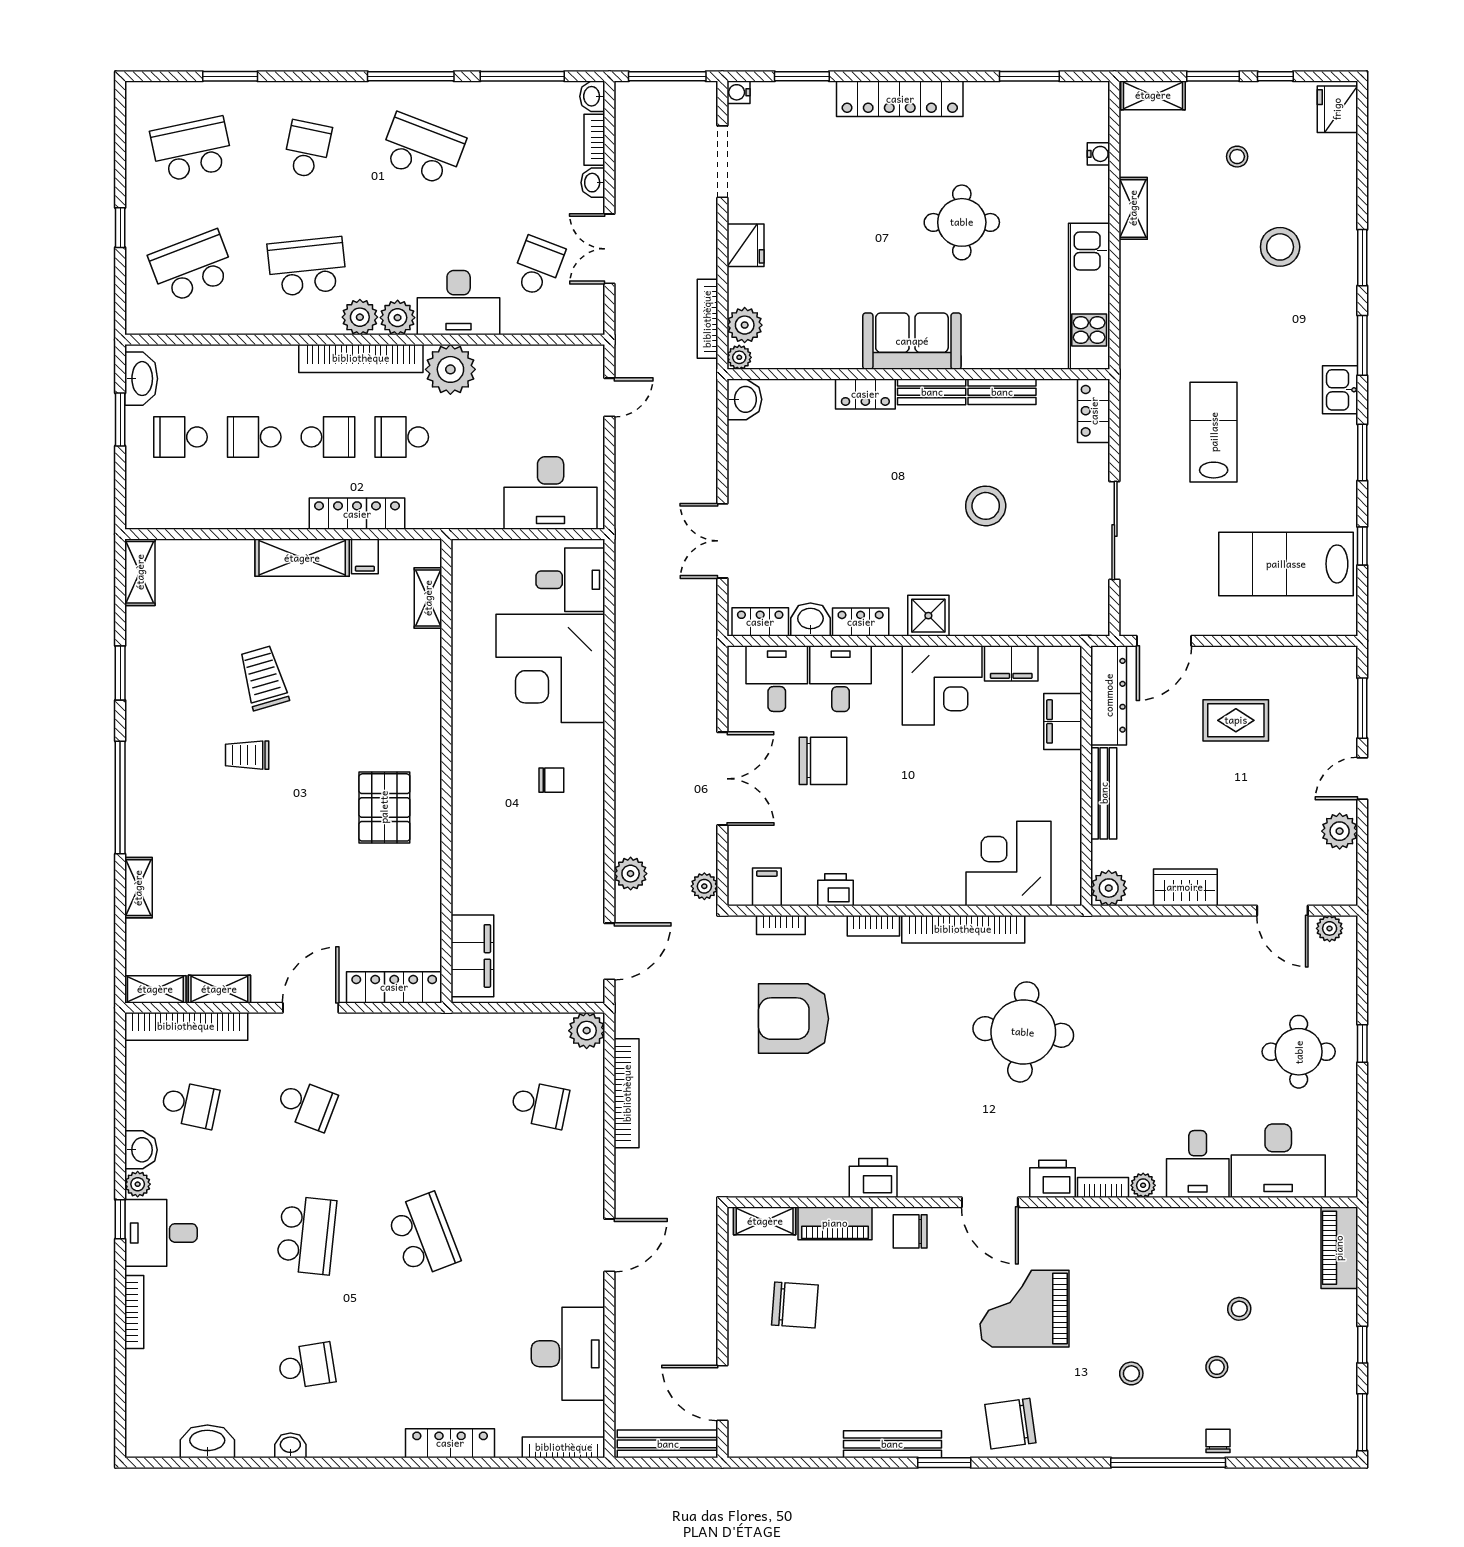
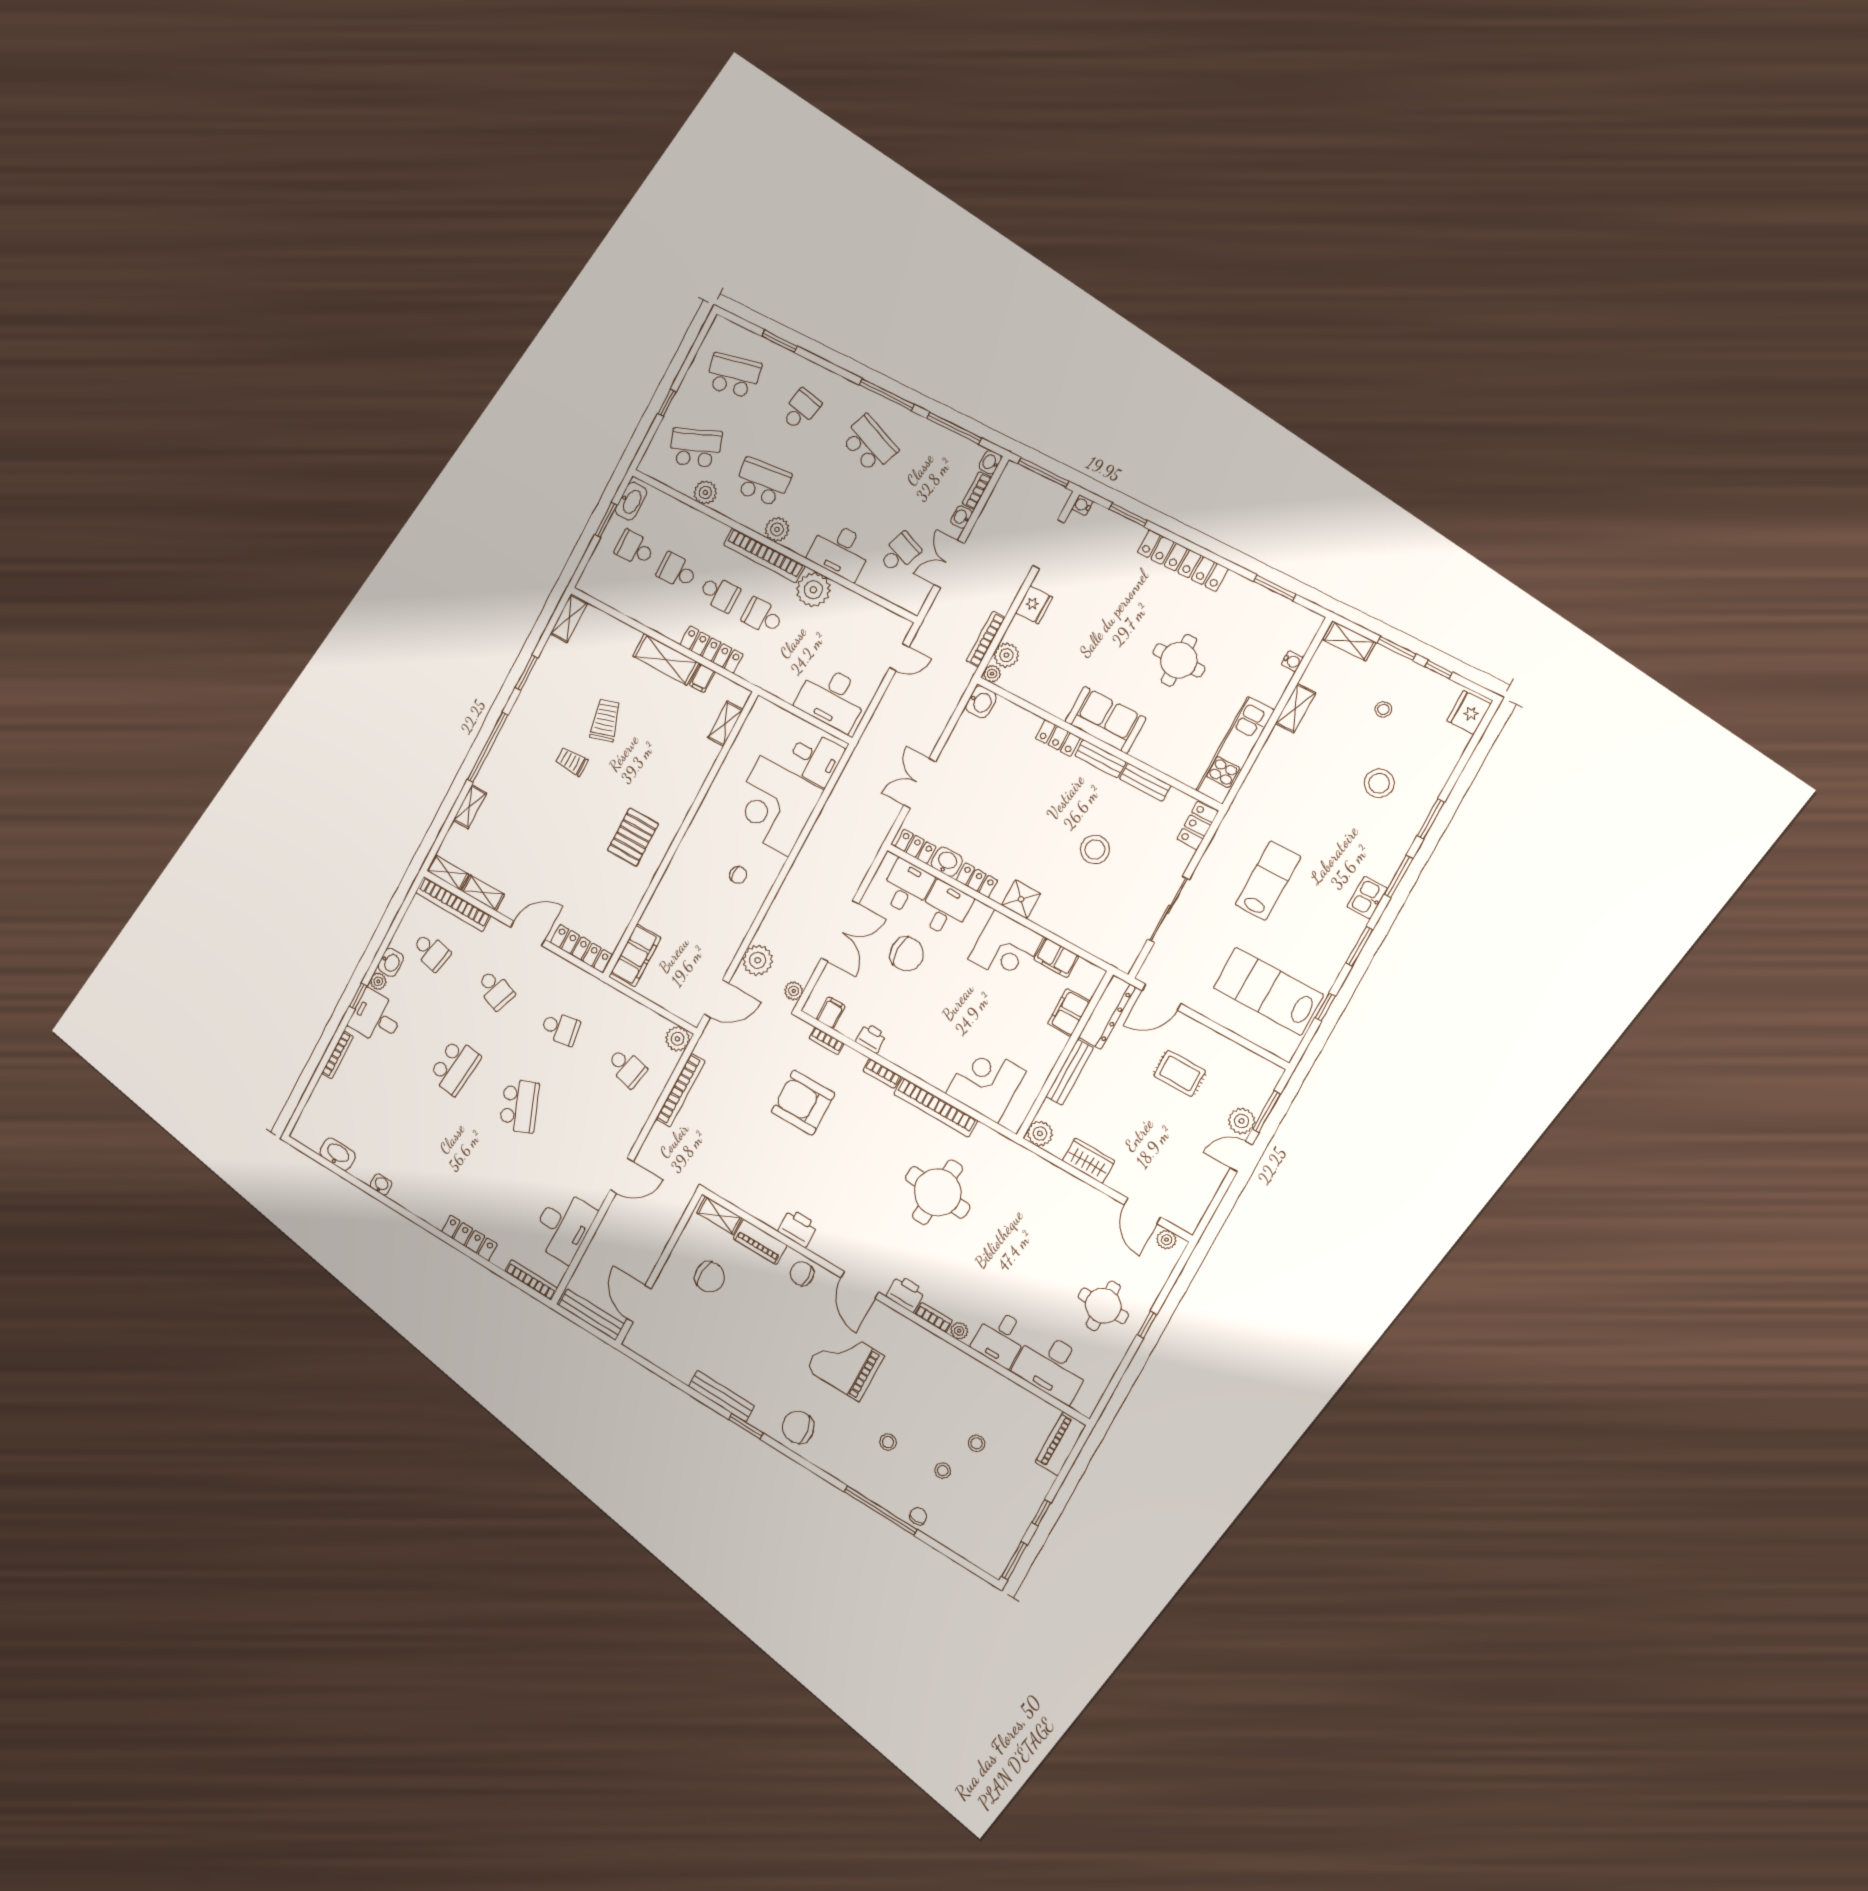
plant: (398, 318) -> (705, 493), moved
plant: (1340, 831) -> (1242, 1121), moved
plant: (631, 874) -> (758, 960), width x1.36, depth x1.36
school desk: (306, 1366) -> (560, 1028), moved

